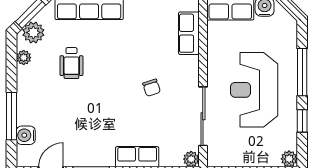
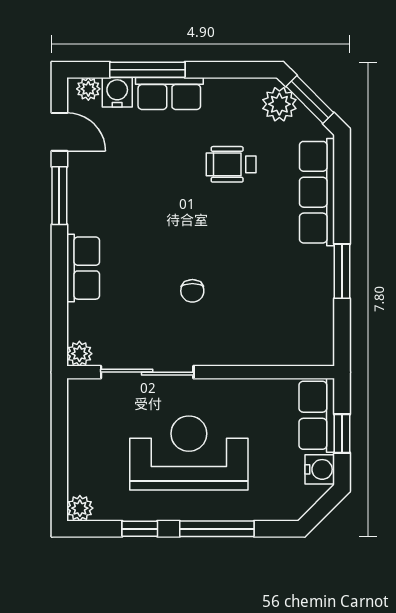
row of seats: (189, 33) -> (169, 93), moved, turned 180
plant: (24, 58) -> (88, 89), moved
chair: (152, 88) -> (192, 291), turned -72

